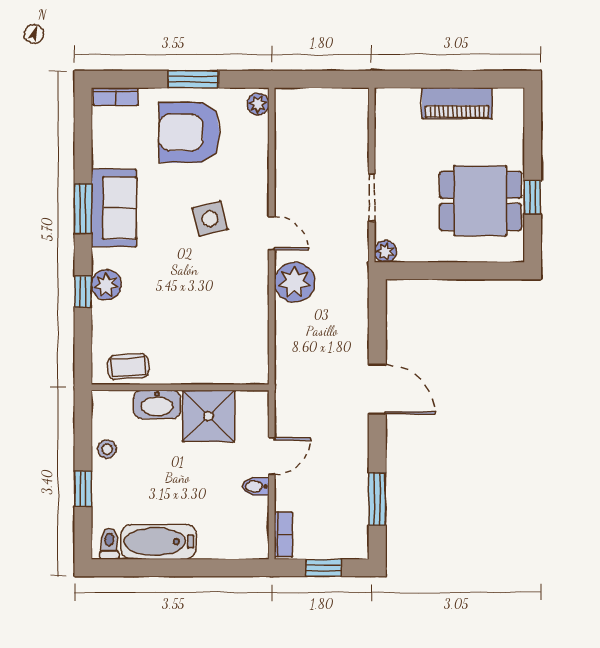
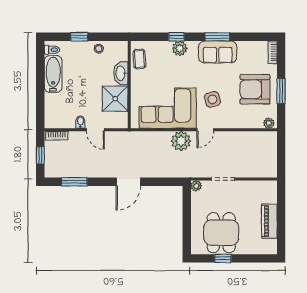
armchair: (189, 132) -> (255, 89), turned -90
corner sofa: (228, 309) -> (168, 108), added

